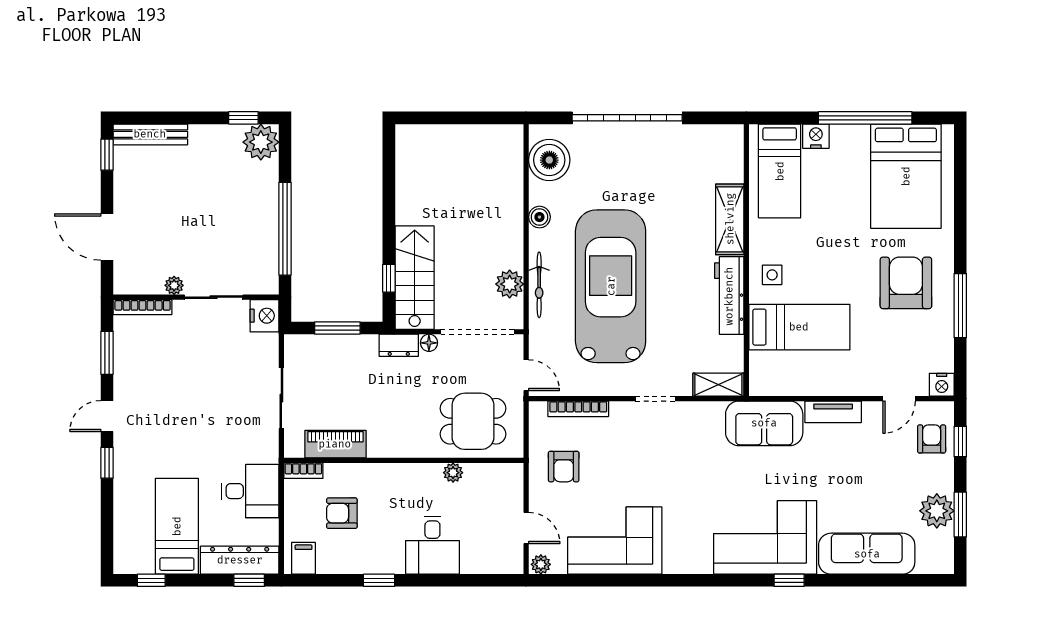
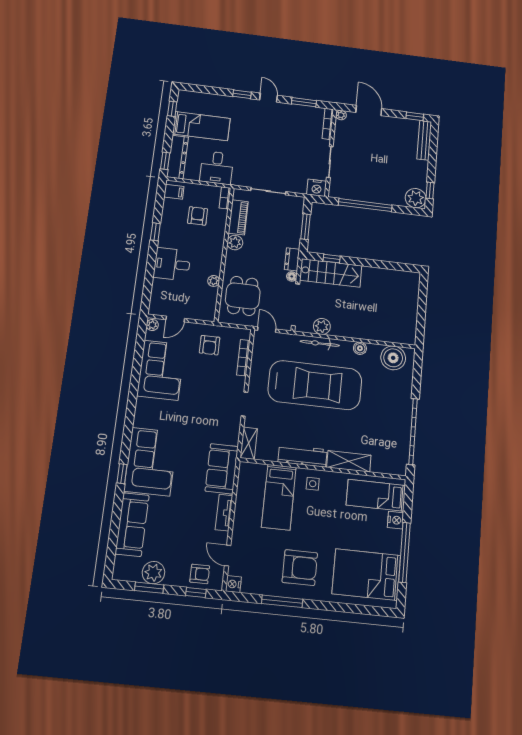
garage door: (627, 118) -> (413, 431), moved
door: (107, 237) -> (369, 111), hinge flipped
plant: (174, 285) -> (341, 115), moved
door: (526, 375) -> (267, 330), swing flipped
plant: (381, 445) -> (235, 243), added
armchair: (564, 467) -> (210, 345), turned -90

